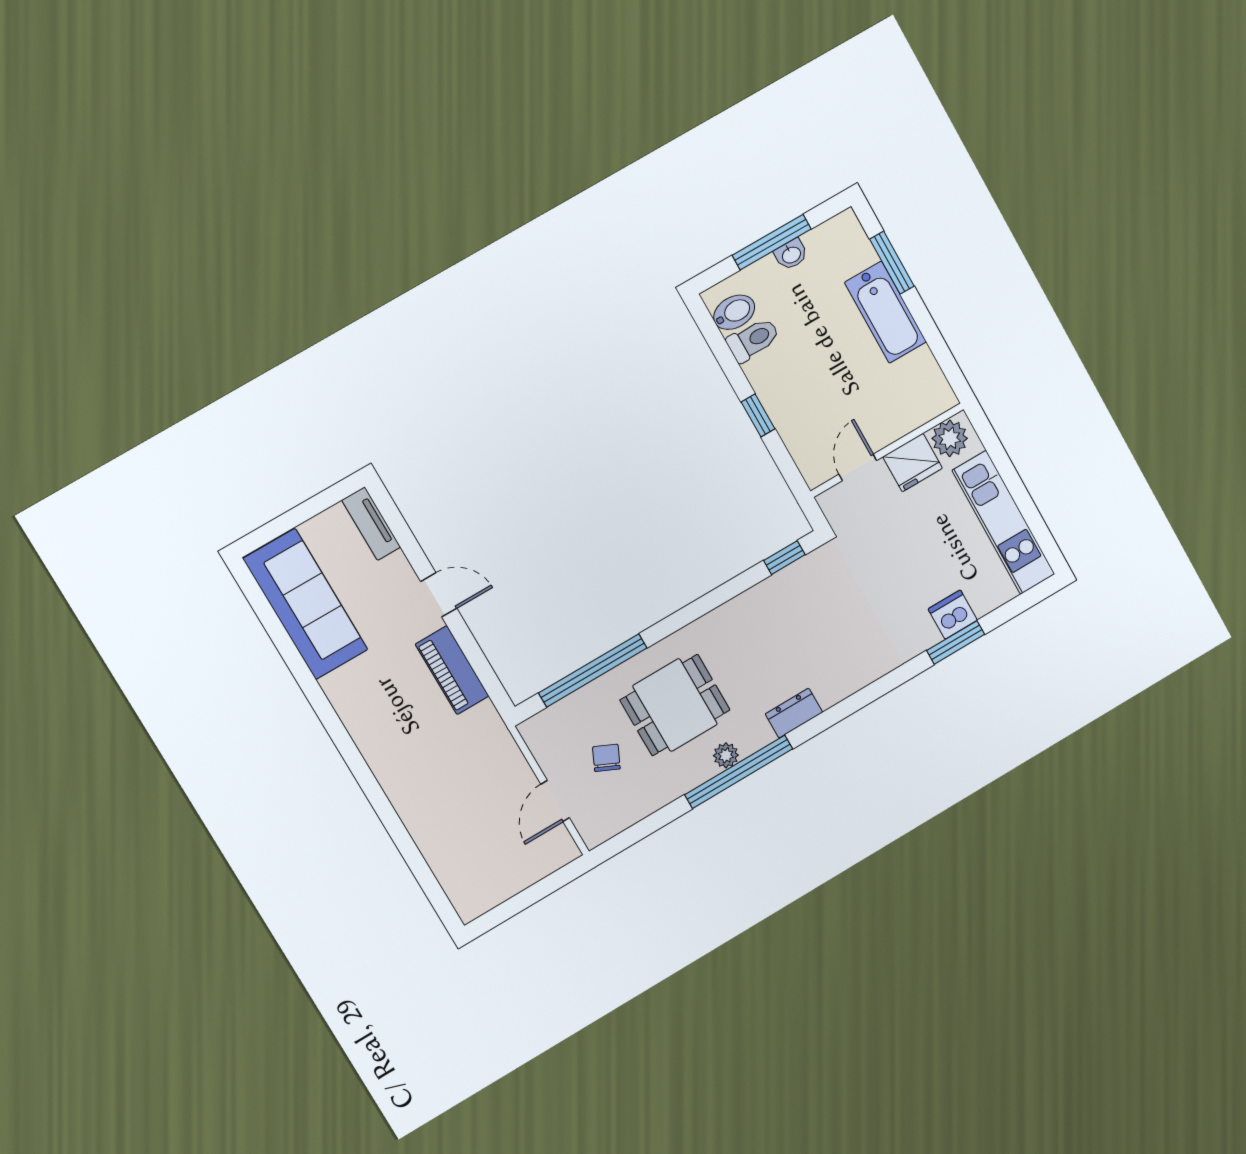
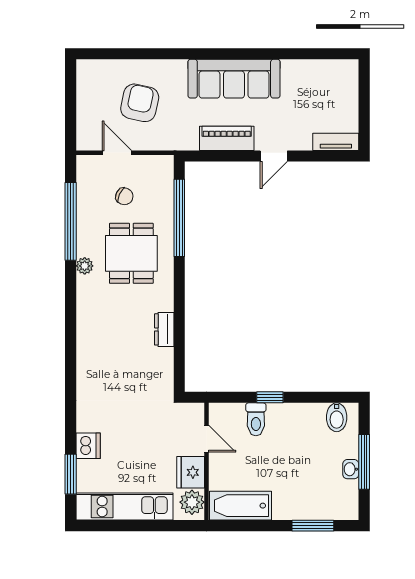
bathtub: (885, 312) -> (241, 506), moved
toilet: (753, 340) -> (256, 419), moved
window: (784, 558) -> (179, 366), removed
sofa: (305, 604) -> (234, 79), moved
window: (956, 642) -> (71, 474), moved
dresser: (794, 713) -> (164, 329), moved, turned 180
window: (739, 772) -> (71, 221), moved
armchair: (472, 810) -> (140, 103), added

